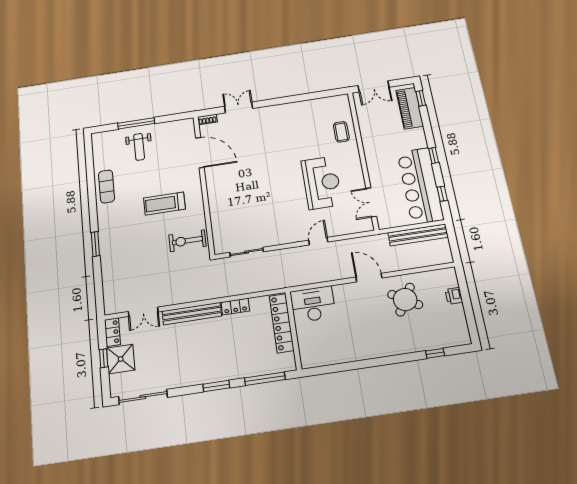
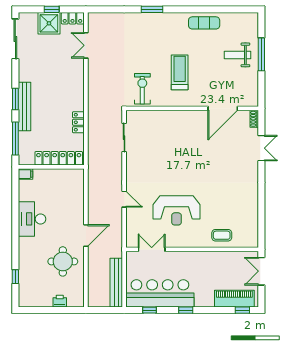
round table: (405, 300) -> (63, 261), turned -31
desk: (313, 304) -> (32, 219), moved, turned 180
bench: (192, 314) -> (25, 107), moved
filing cabinet: (307, 360) -> (26, 174), added

